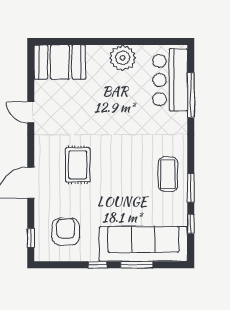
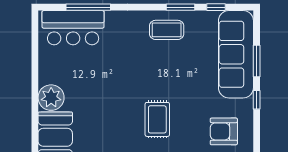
plant: (123, 58) -> (51, 98), moved
rug: (78, 165) -> (157, 119), turned 90

